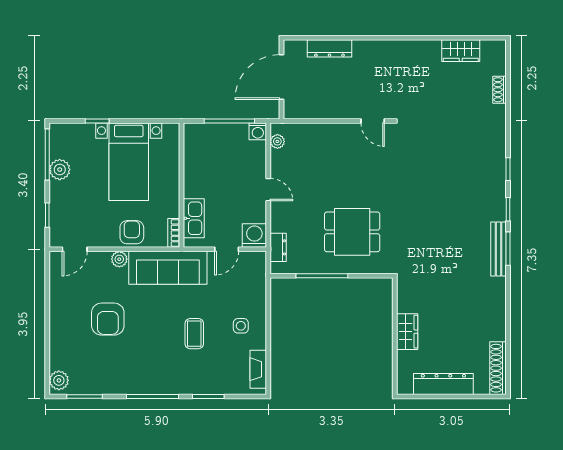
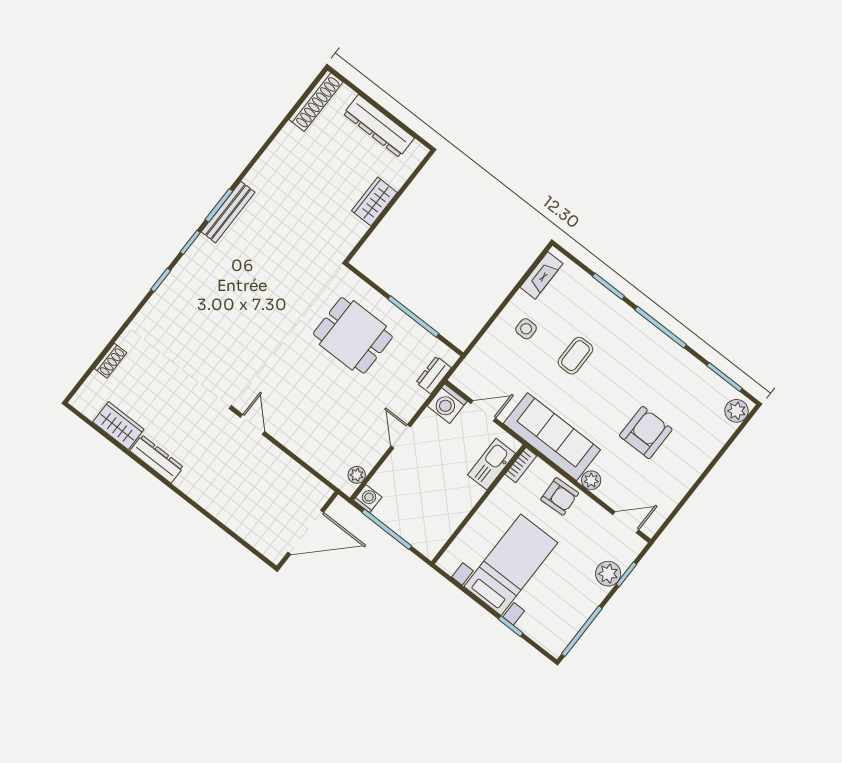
dresser: (329, 48) -> (157, 459), moved
plant: (60, 170) -> (608, 574), moved
armchair: (132, 232) -> (560, 496), turned -93

